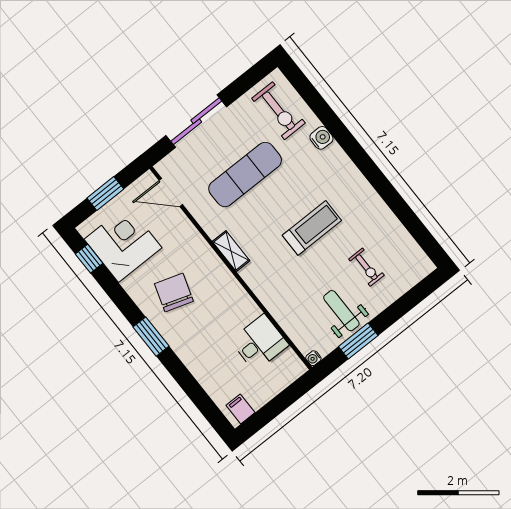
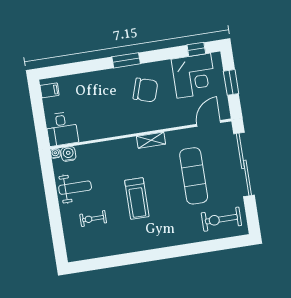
sliding door: (196, 121) -> (244, 164), width x1.36
water cooler: (321, 138) -> (68, 154), moved, turned 180
window: (358, 341) -> (50, 187), removed
desk: (259, 343) -> (62, 129), moved

